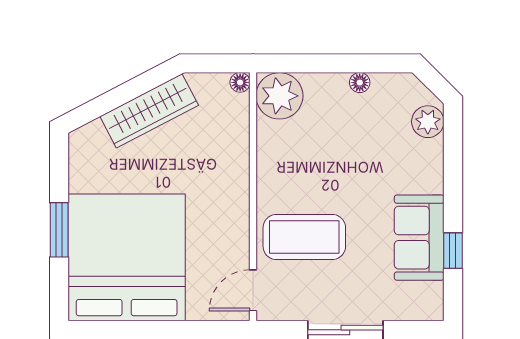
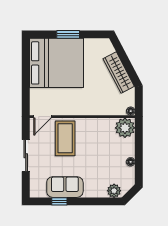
door: (253, 290) -> (42, 117), swing flipped

